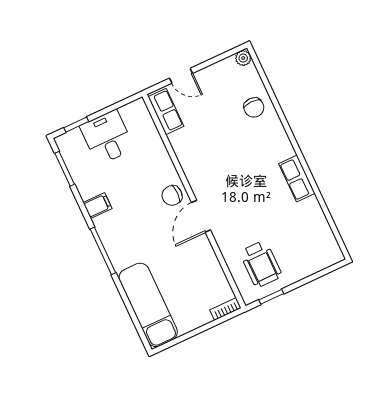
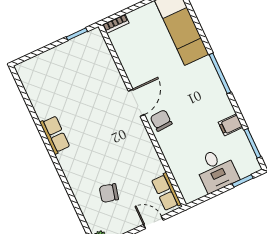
chair: (254, 107) -> (109, 193), moved, turned -76
chair: (172, 195) -> (161, 120), turned -93
filing cabinet: (98, 206) -> (231, 125), moved
wheelchair: (261, 264) -> (86, 62), removed

